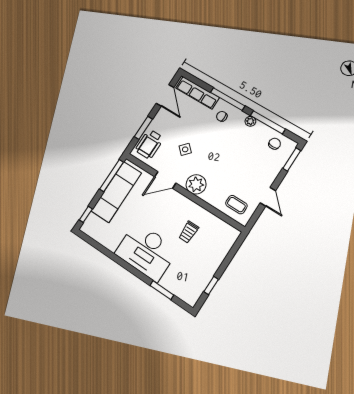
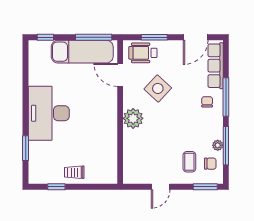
plant: (250, 121) -> (218, 145), moved
side table: (185, 149) -> (158, 88), width x1.87, depth x1.87
door: (165, 180) -> (120, 75), moved
coffee table: (236, 205) -> (189, 162), moved
trolley: (189, 232) -> (74, 172), moved

